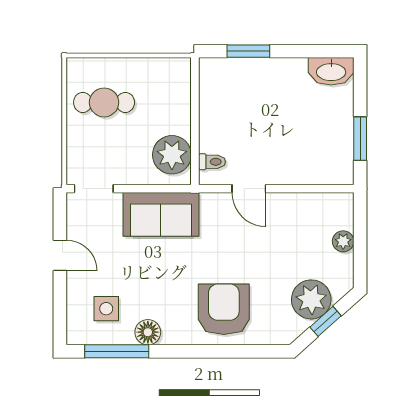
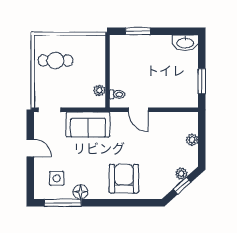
plant: (172, 155) -> (99, 90), width x0.53, depth x0.53
plant: (311, 299) -> (181, 174), width x0.53, depth x0.53

